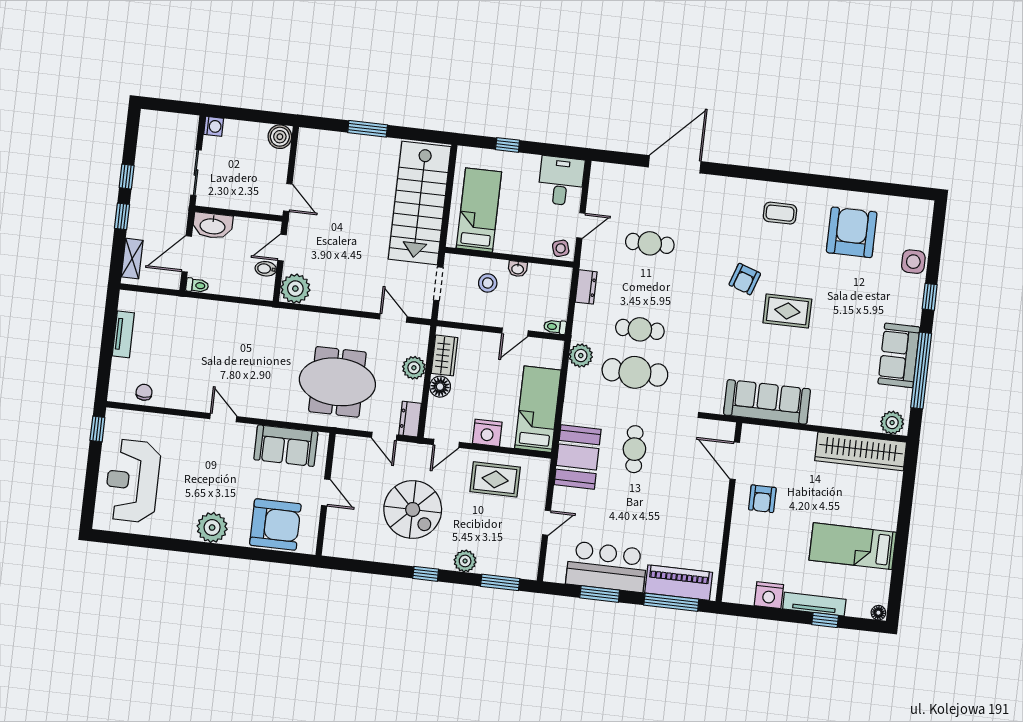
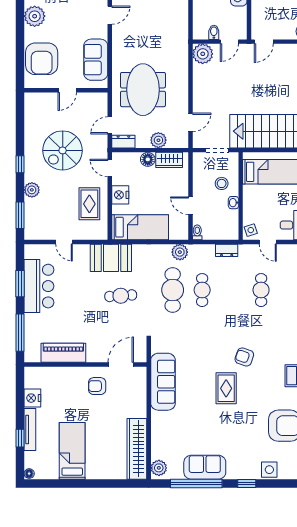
door: (282, 248) -> (229, 42), swing flipped
piano: (679, 583) -> (63, 353), moved, turned -90

